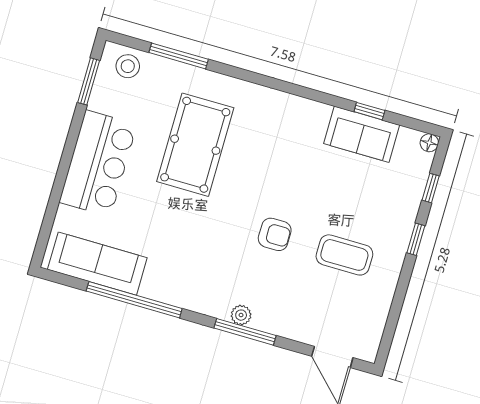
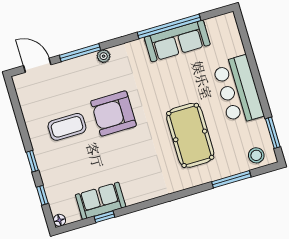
armchair: (275, 234) -> (114, 113), width x1.88, depth x1.88
sofa: (97, 264) -> (177, 41), moved
window: (245, 332) -> (80, 53), moved

